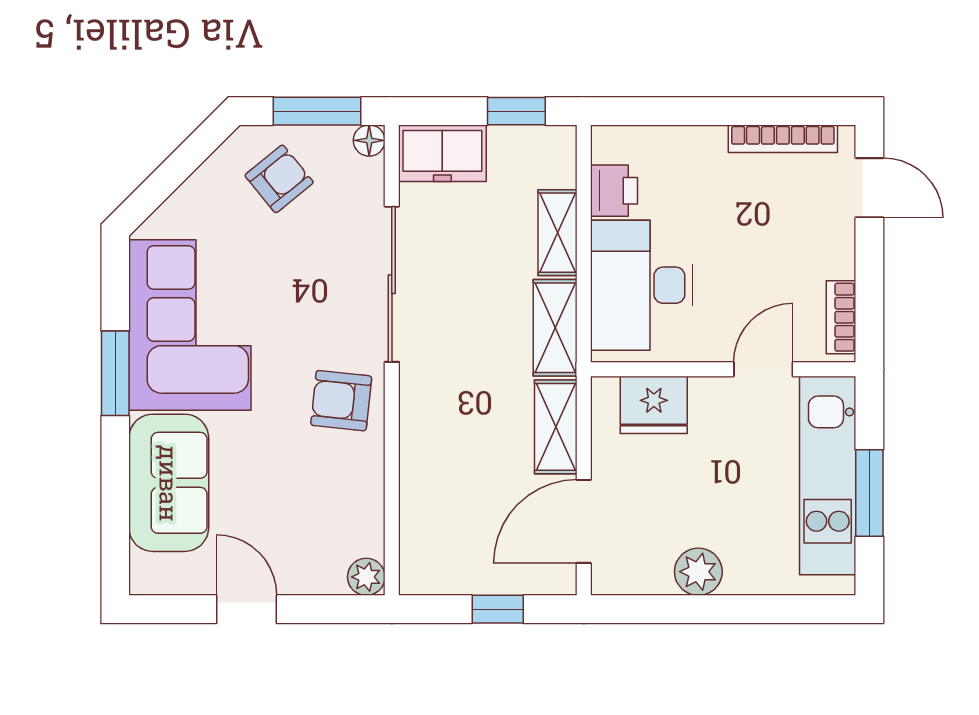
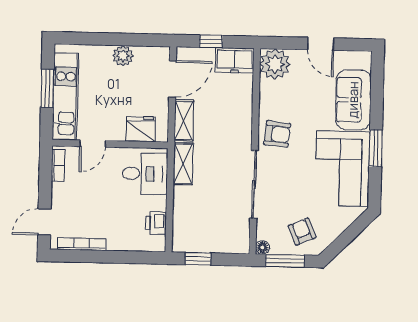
freezer: (442, 153) -> (235, 60), moved, turned 180
armchair: (279, 179) -> (302, 232), turned 106
door: (869, 188) -> (44, 222), hinge flipped
shelving: (558, 233) -> (181, 205), removed
desk: (642, 285) -> (145, 174), width x0.73
plant: (366, 577) -> (275, 64), width x1.87, depth x1.87

